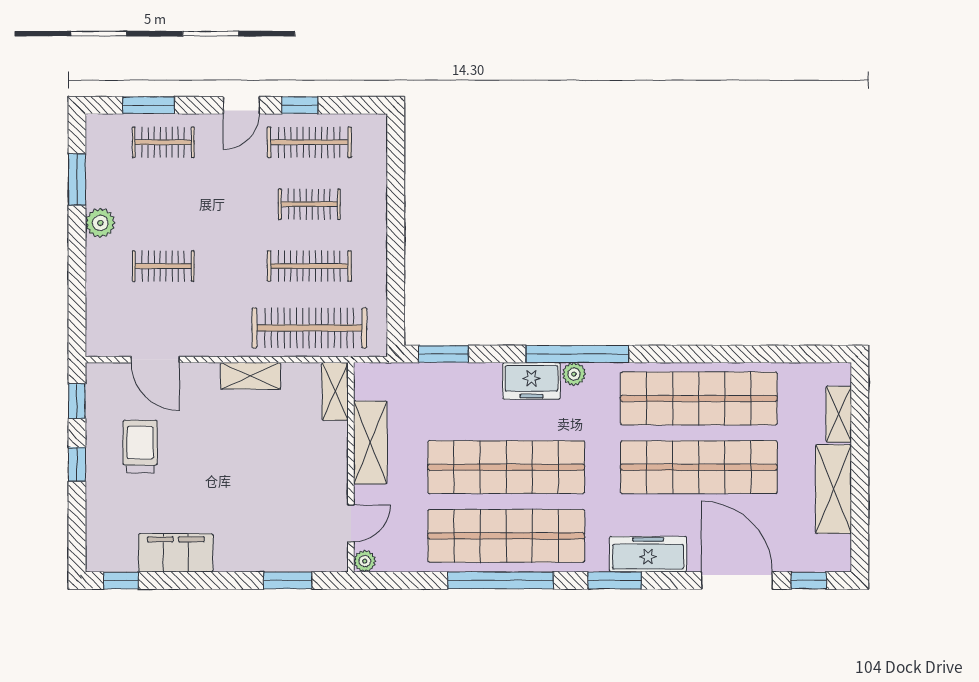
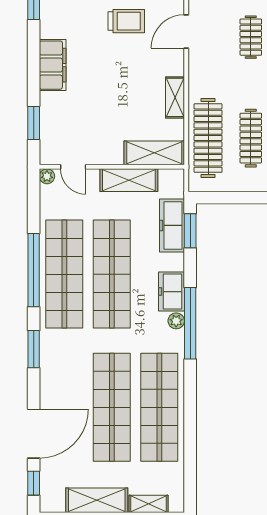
shelving: (335, 391) -> (154, 153), width x1.50, depth x1.33
filing cabinet: (176, 553) -> (53, 65), moved
freezer: (648, 554) -> (172, 225), moved, turned 180

